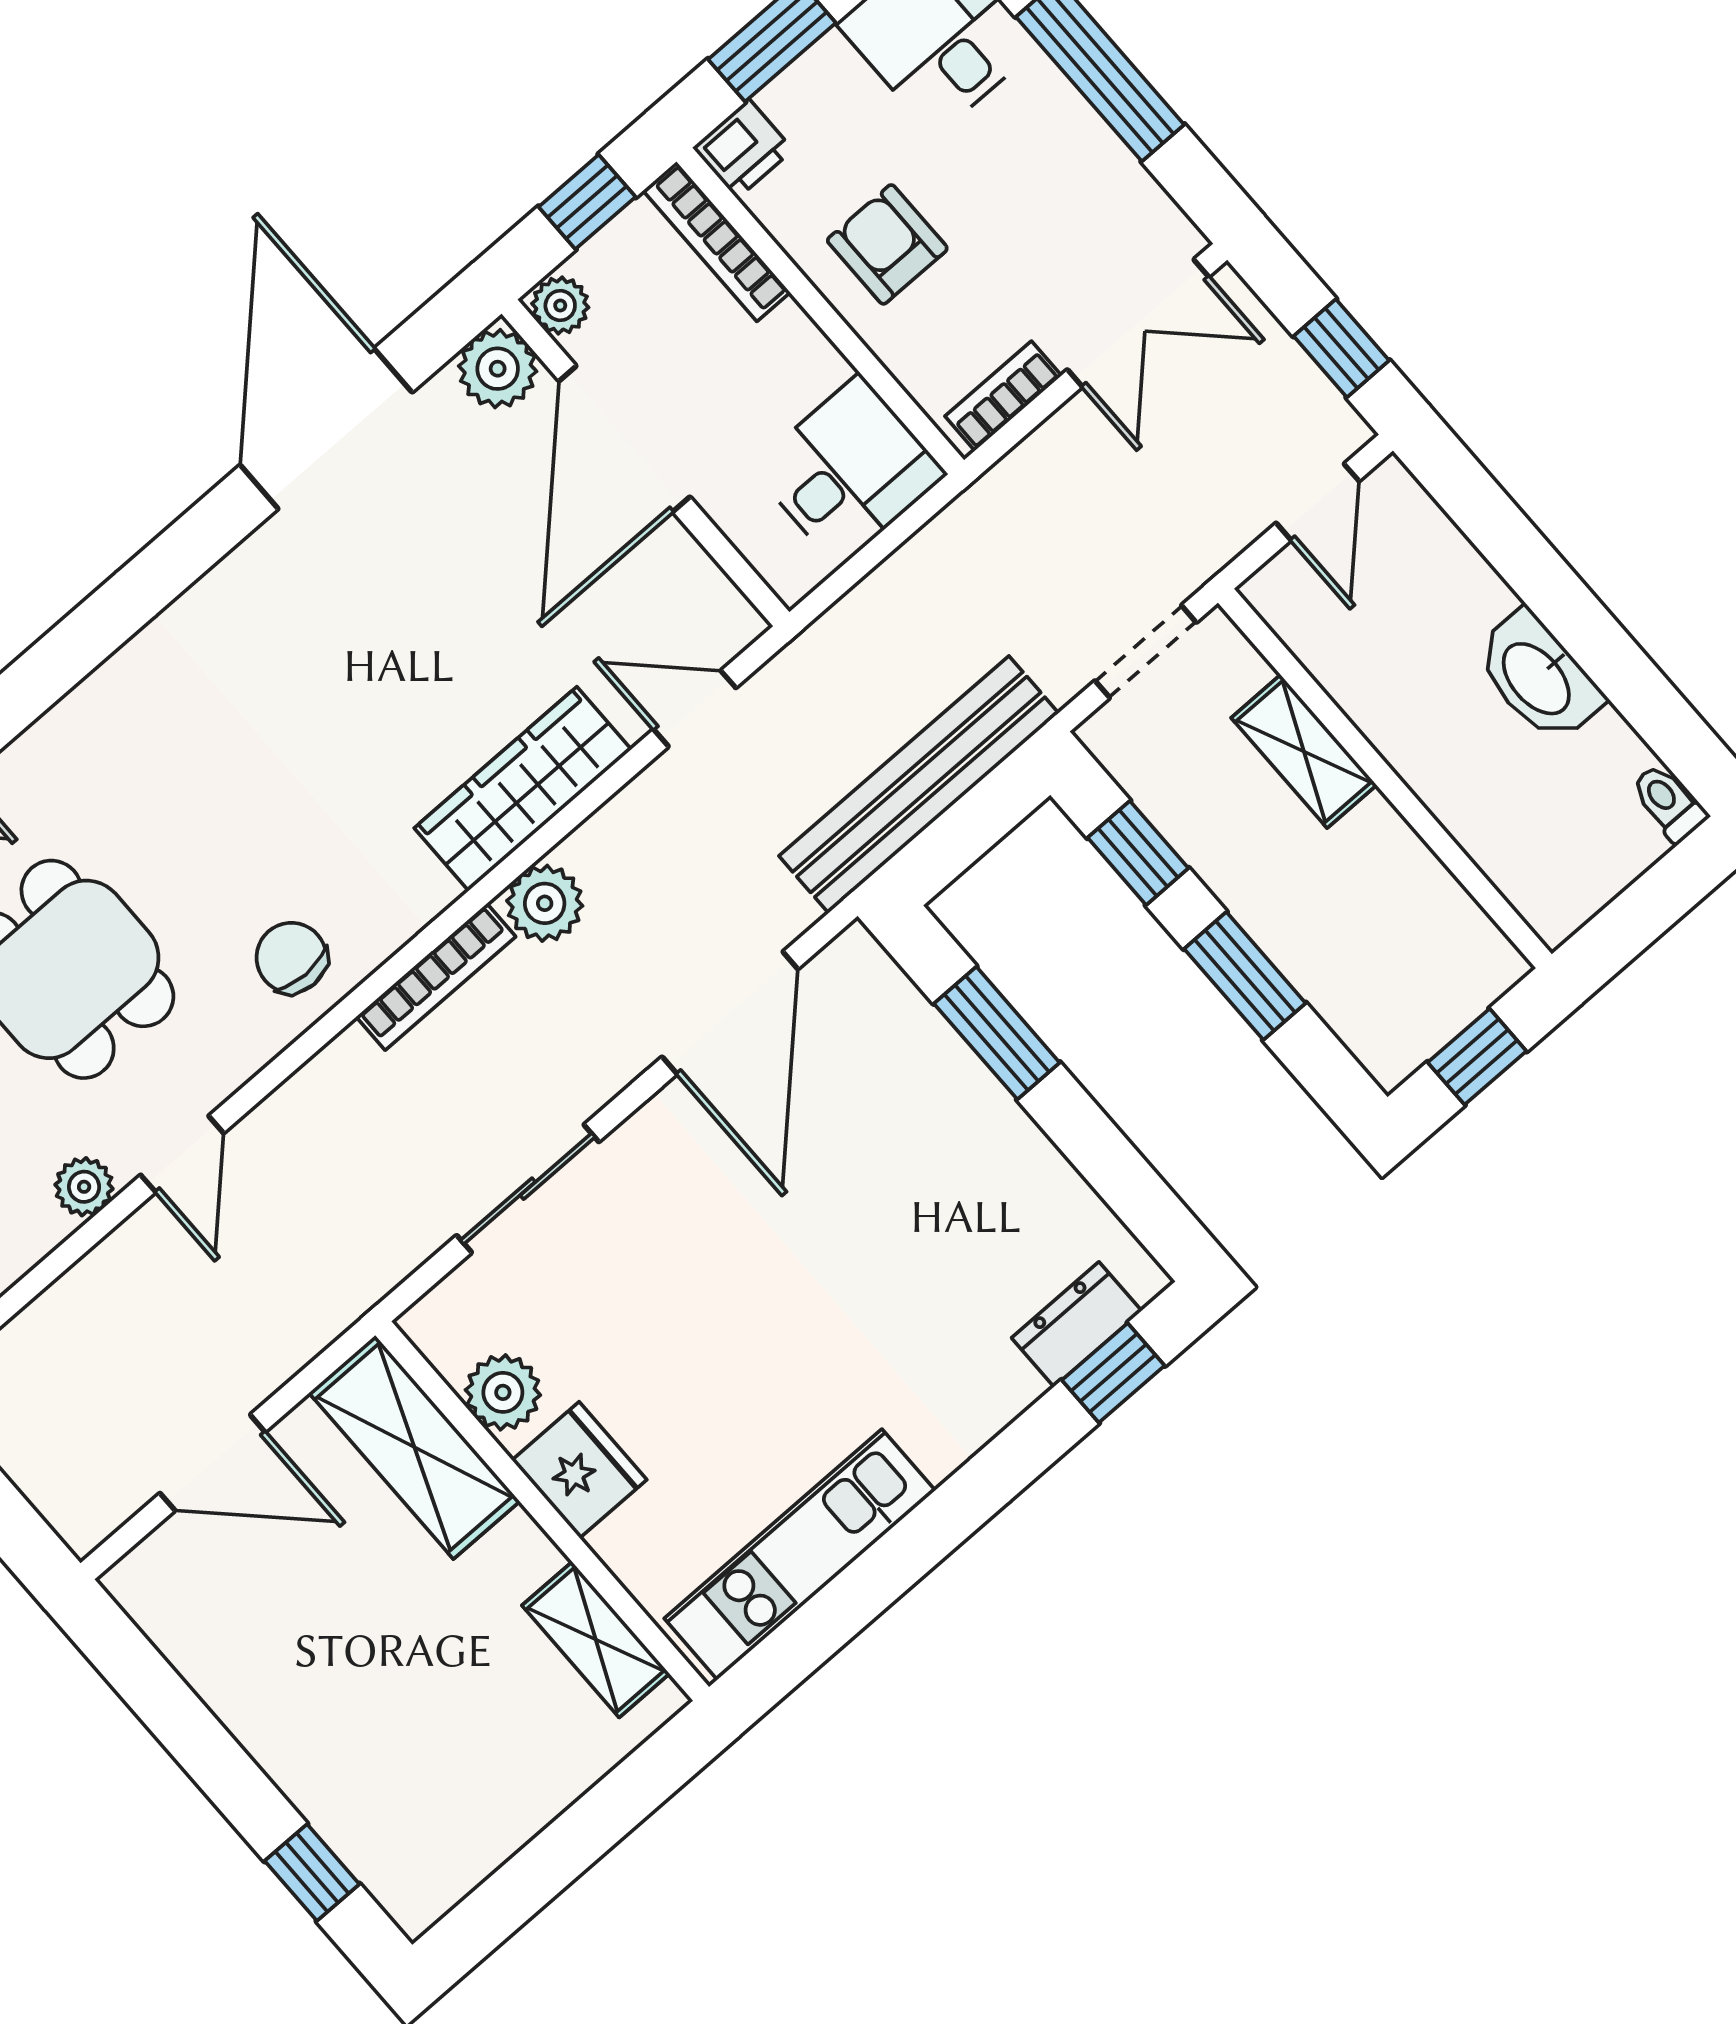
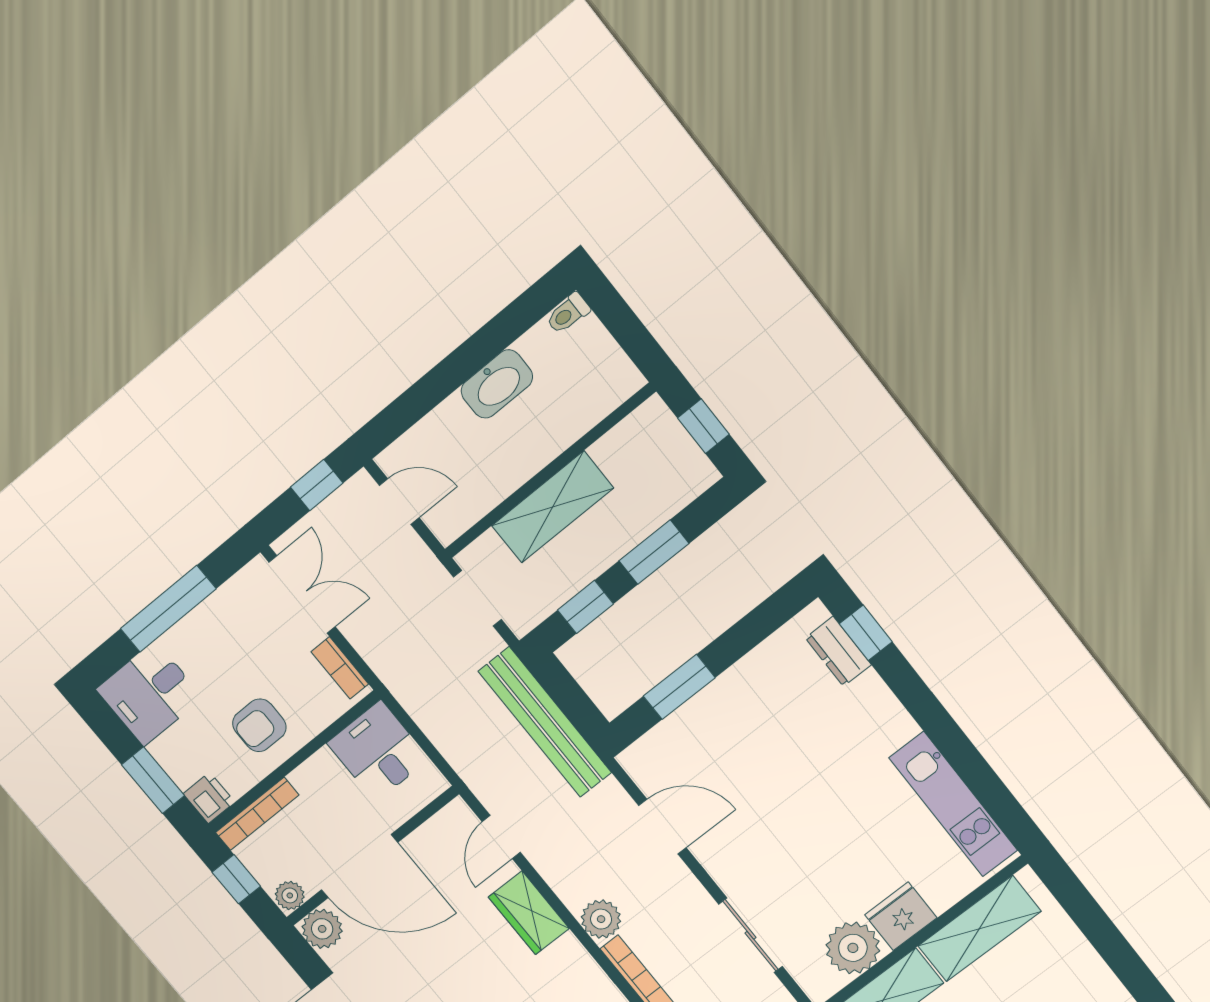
shelving: (1304, 751) -> (553, 507), width x1.50, depth x1.33
wardrobe: (523, 789) -> (529, 913), width x0.67
door: (730, 1013) -> (662, 827), width x0.73
plant: (503, 1392) -> (853, 948), width x1.36, depth x1.36
shelving: (596, 1640) -> (979, 929), width x1.50, depth x1.33

